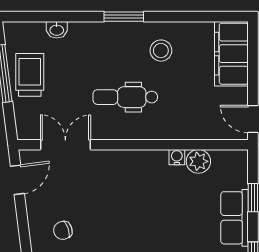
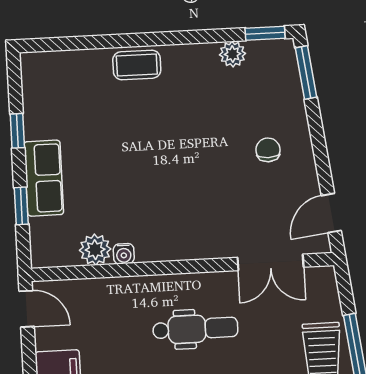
chair: (63, 230) -> (268, 150), turned -71

